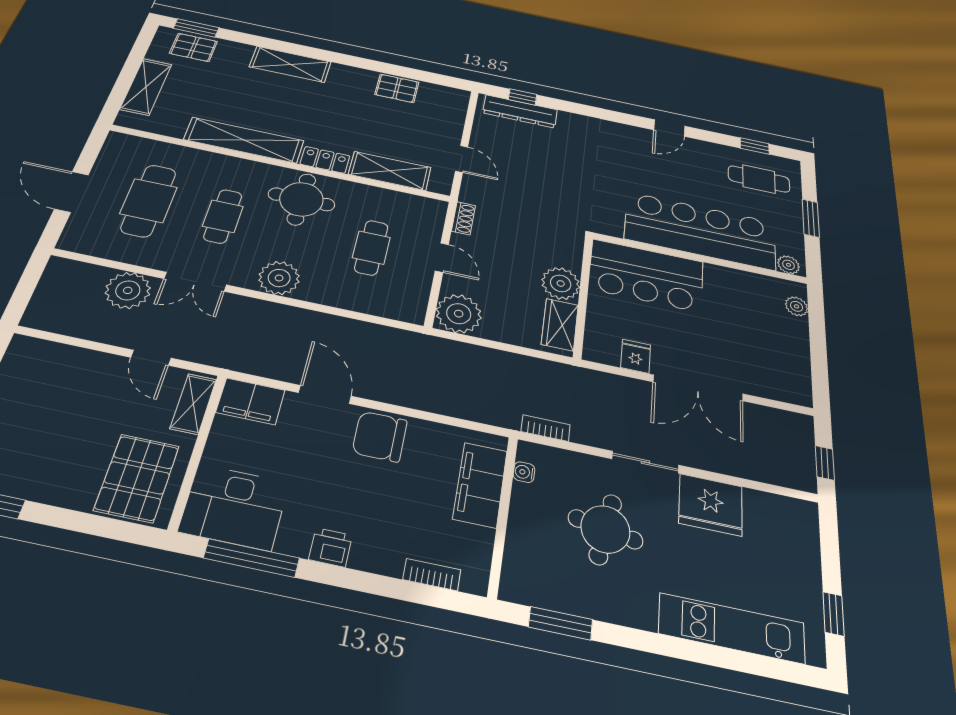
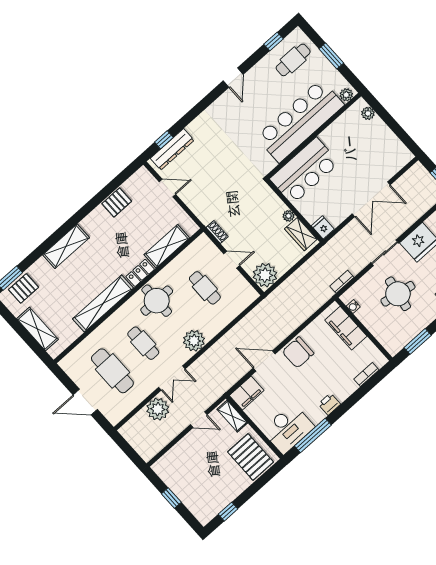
door: (462, 159) -> (167, 188), moved
plant: (561, 283) -> (288, 216), width x0.53, depth x0.53
fridge: (636, 356) -> (323, 227), moved

